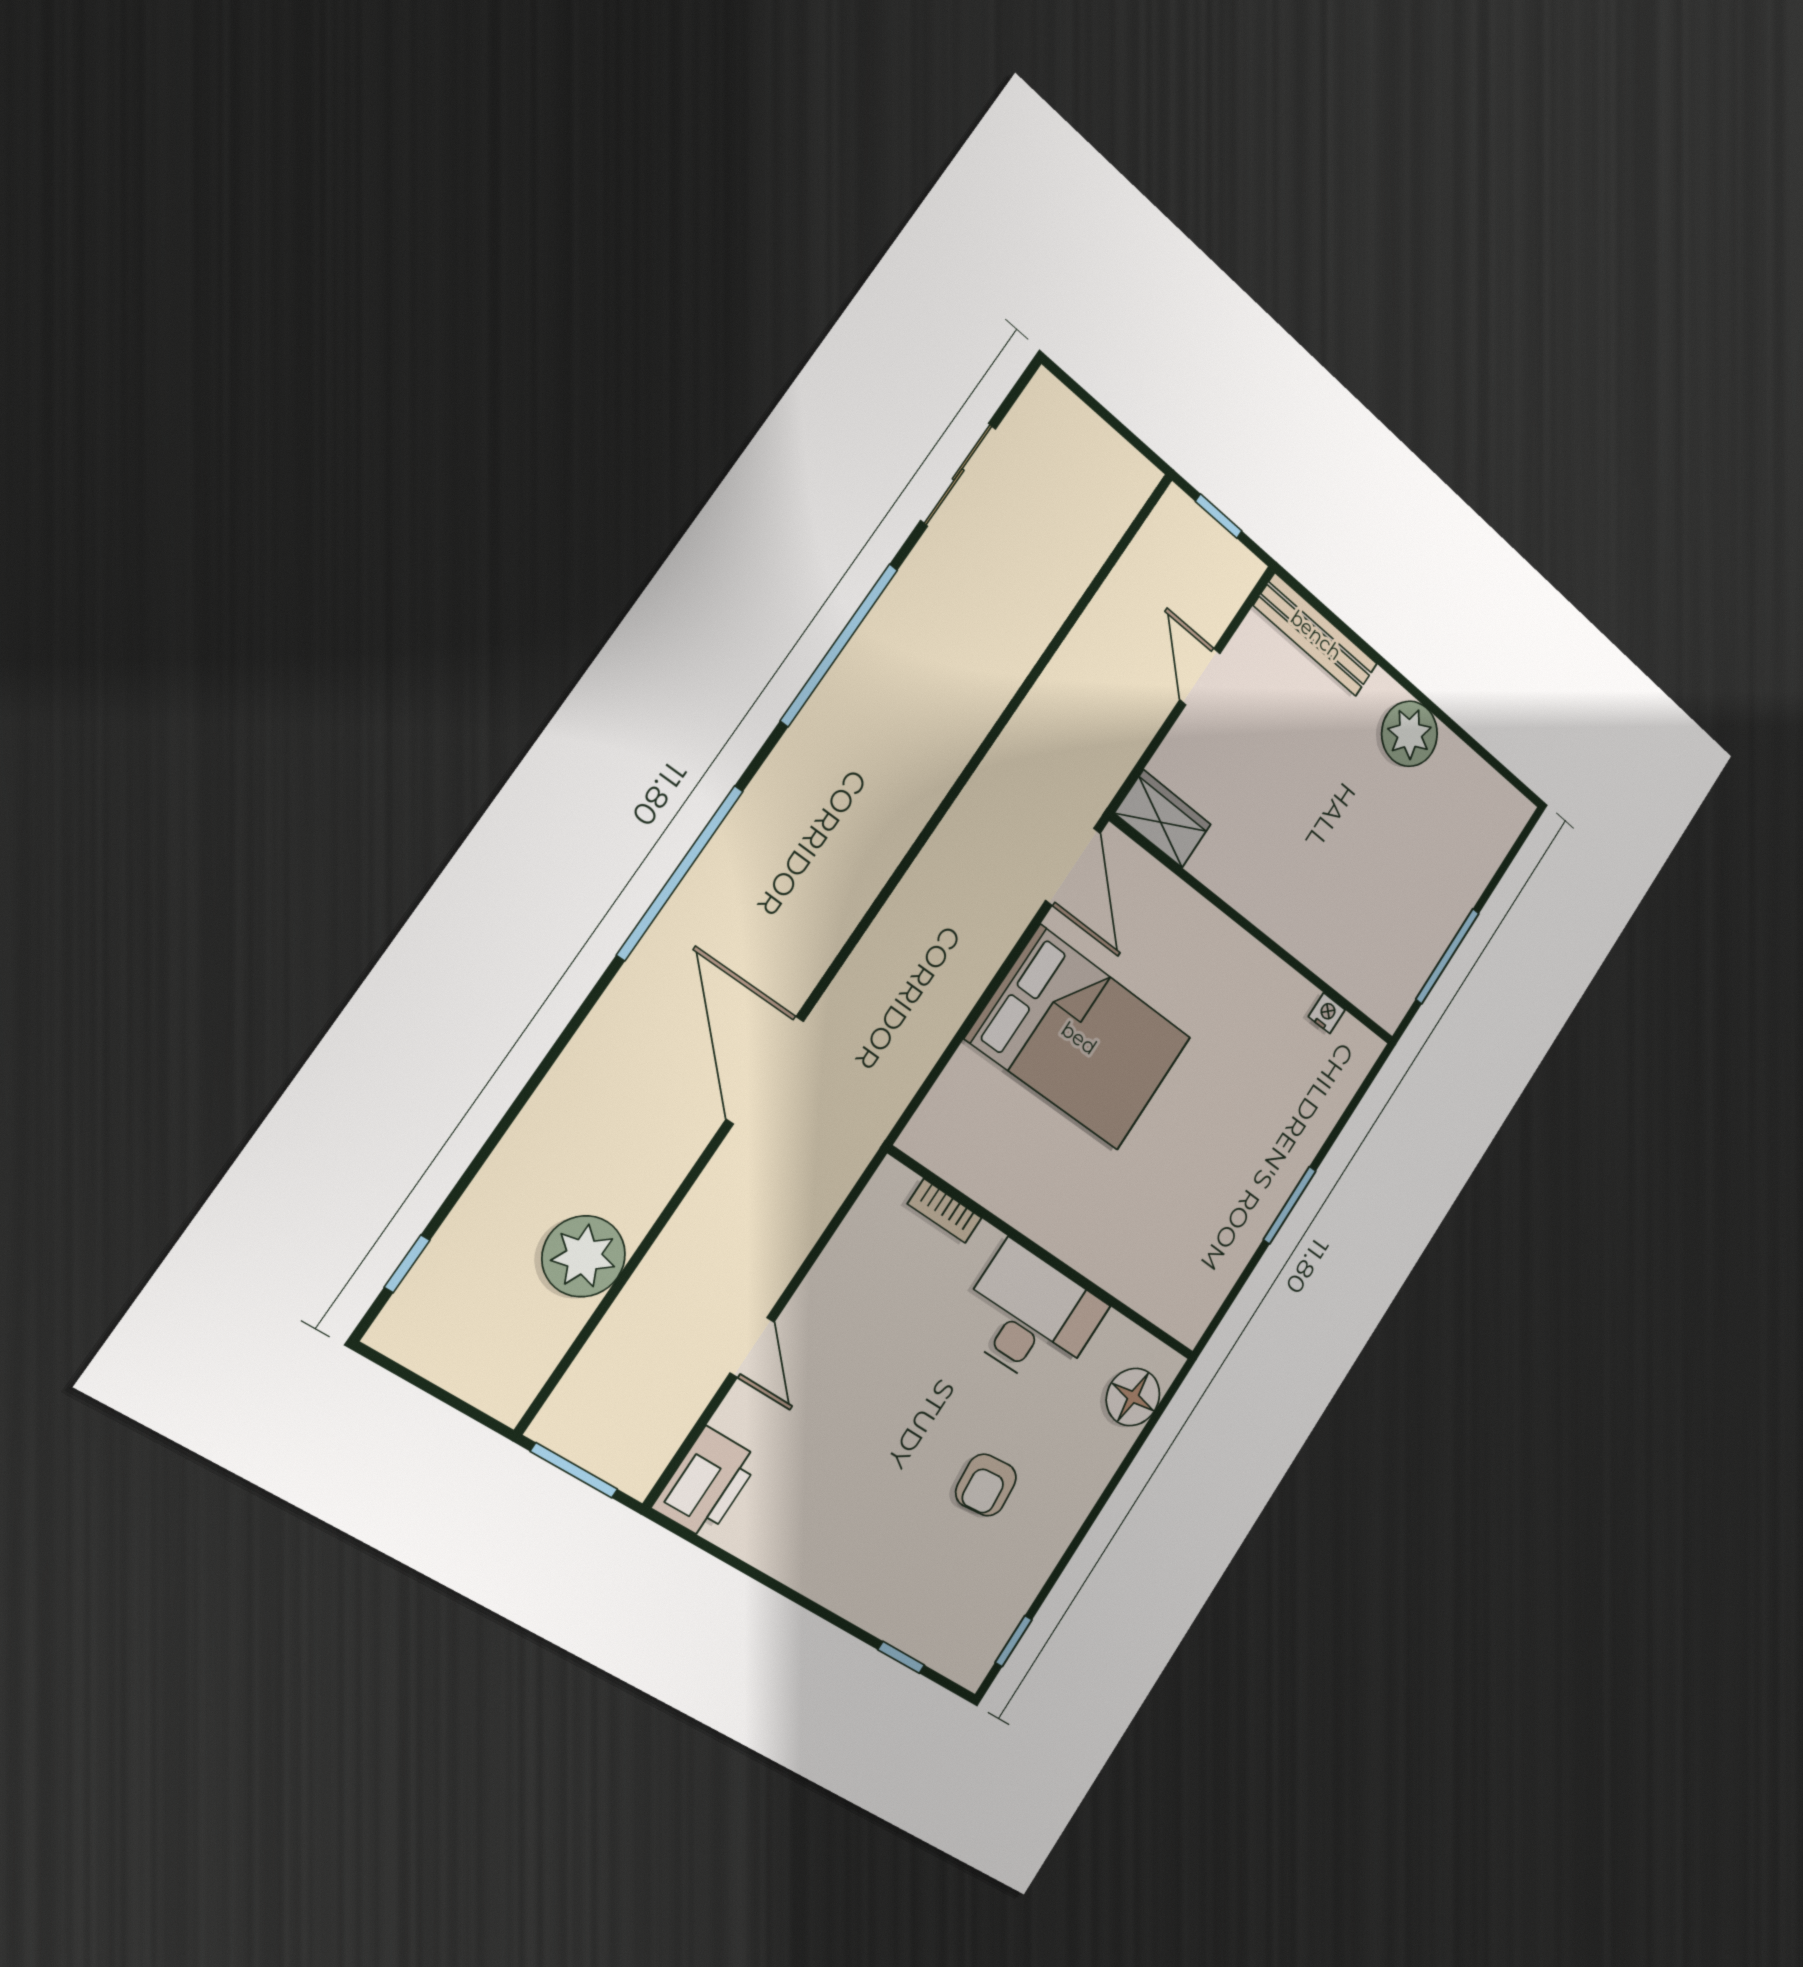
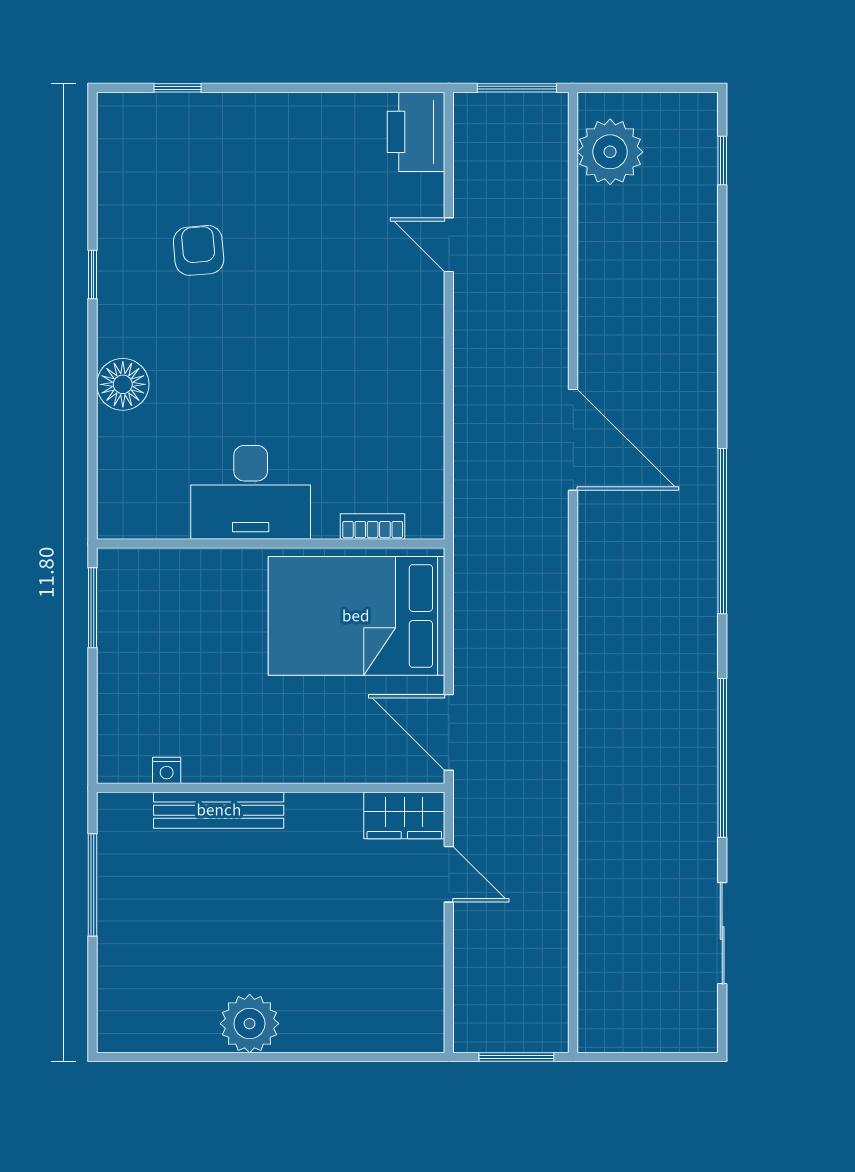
window: (1219, 516) -> (516, 1057), width x1.50
bench: (1316, 635) -> (219, 810), moved
door: (1200, 677) -> (449, 874), moved
bookcase: (945, 1211) -> (373, 526), moved
plant: (584, 1256) -> (610, 152), moved
wall: (1045, 1256) -> (271, 543), moved
desk: (1030, 1317) -> (251, 492), moved
window: (1014, 1641) -> (93, 274), moved

